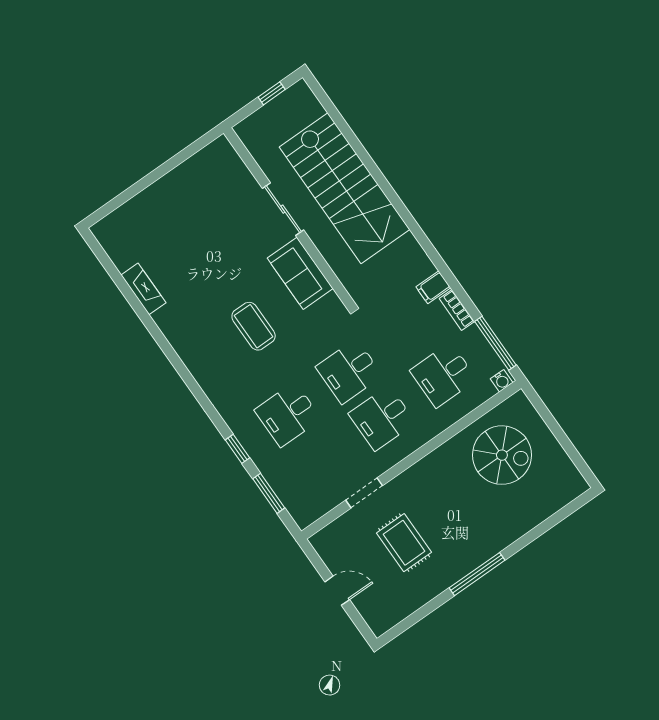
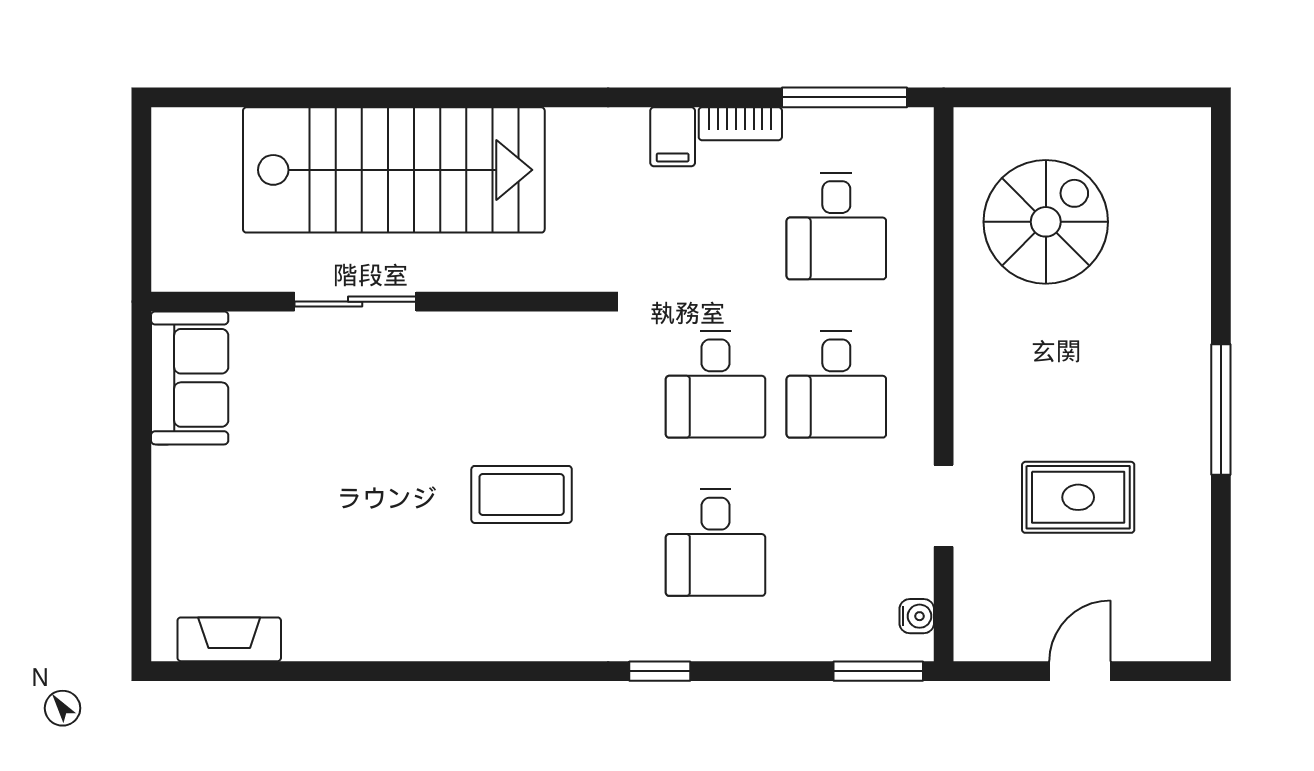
window: (272, 93) -> (141, 181), removed
sofa: (300, 273) -> (190, 378), moved, turned -90
fireplace: (143, 289) -> (229, 639), moved
water cooler: (502, 381) -> (917, 616), moved
window: (238, 449) -> (660, 671), moved
window: (269, 493) -> (878, 671), moved

